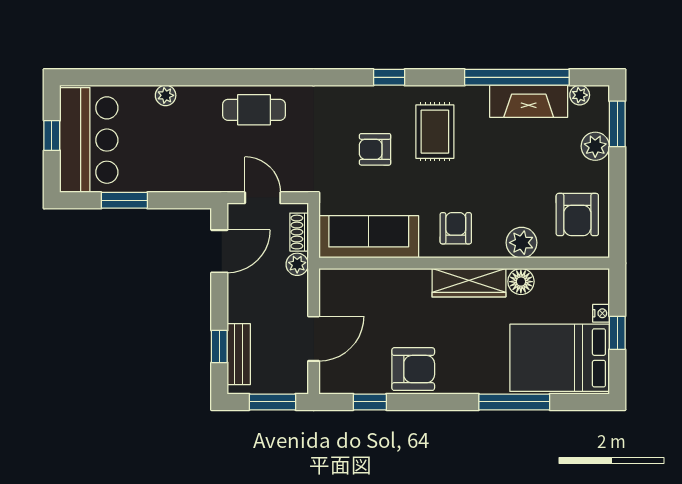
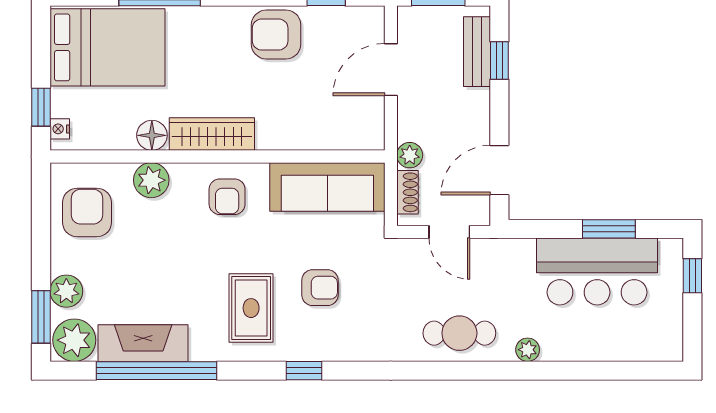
plant: (166, 95) -> (528, 350), moved
plant: (580, 95) -> (74, 340), width x1.88, depth x1.88
window: (52, 135) -> (692, 276), moved
bar counter: (89, 140) -> (597, 271), moved, turned -90
nightstand: (601, 313) -> (60, 129), moved
window: (617, 333) -> (41, 107), moved

